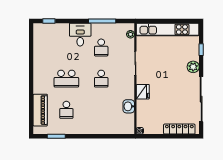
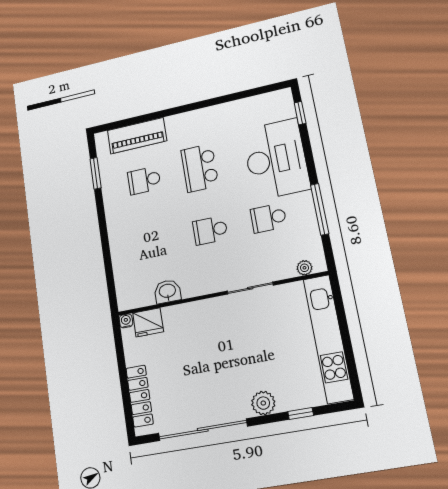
desk: (80, 35) -> (276, 159), width x1.87, depth x1.30
fridge: (143, 92) -> (148, 322), moved

